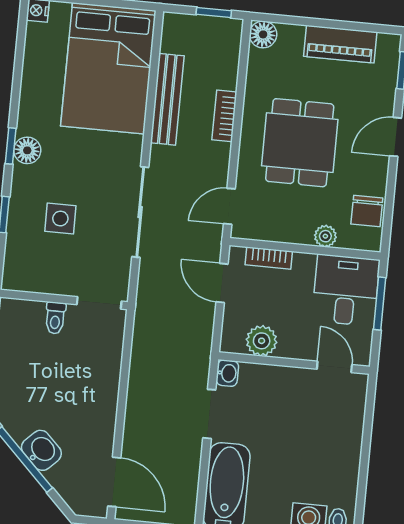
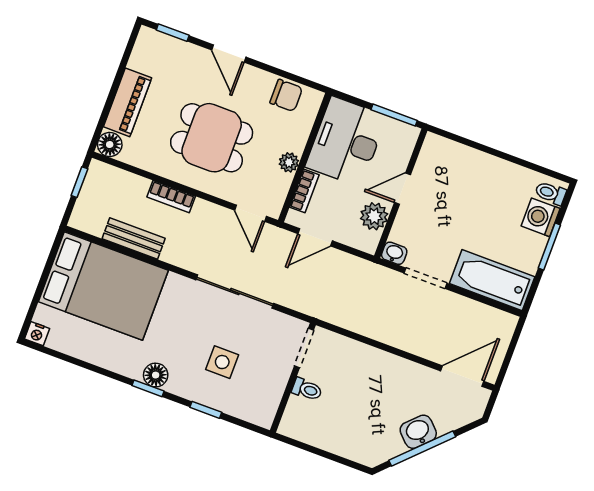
piano: (340, 44) -> (128, 102), moved
bench: (167, 99) -> (134, 239), width x0.73
plant: (325, 236) -> (289, 162), moved
desk: (346, 290) -> (346, 142), width x1.37
window: (380, 303) -> (394, 115), moved
door: (334, 367) -> (403, 189), moved

